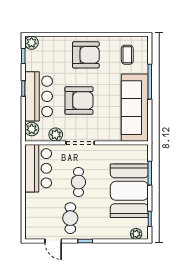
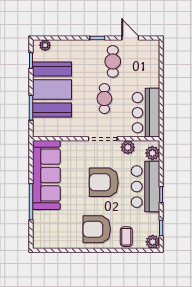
coffee table: (127, 55) -> (126, 237), moved

